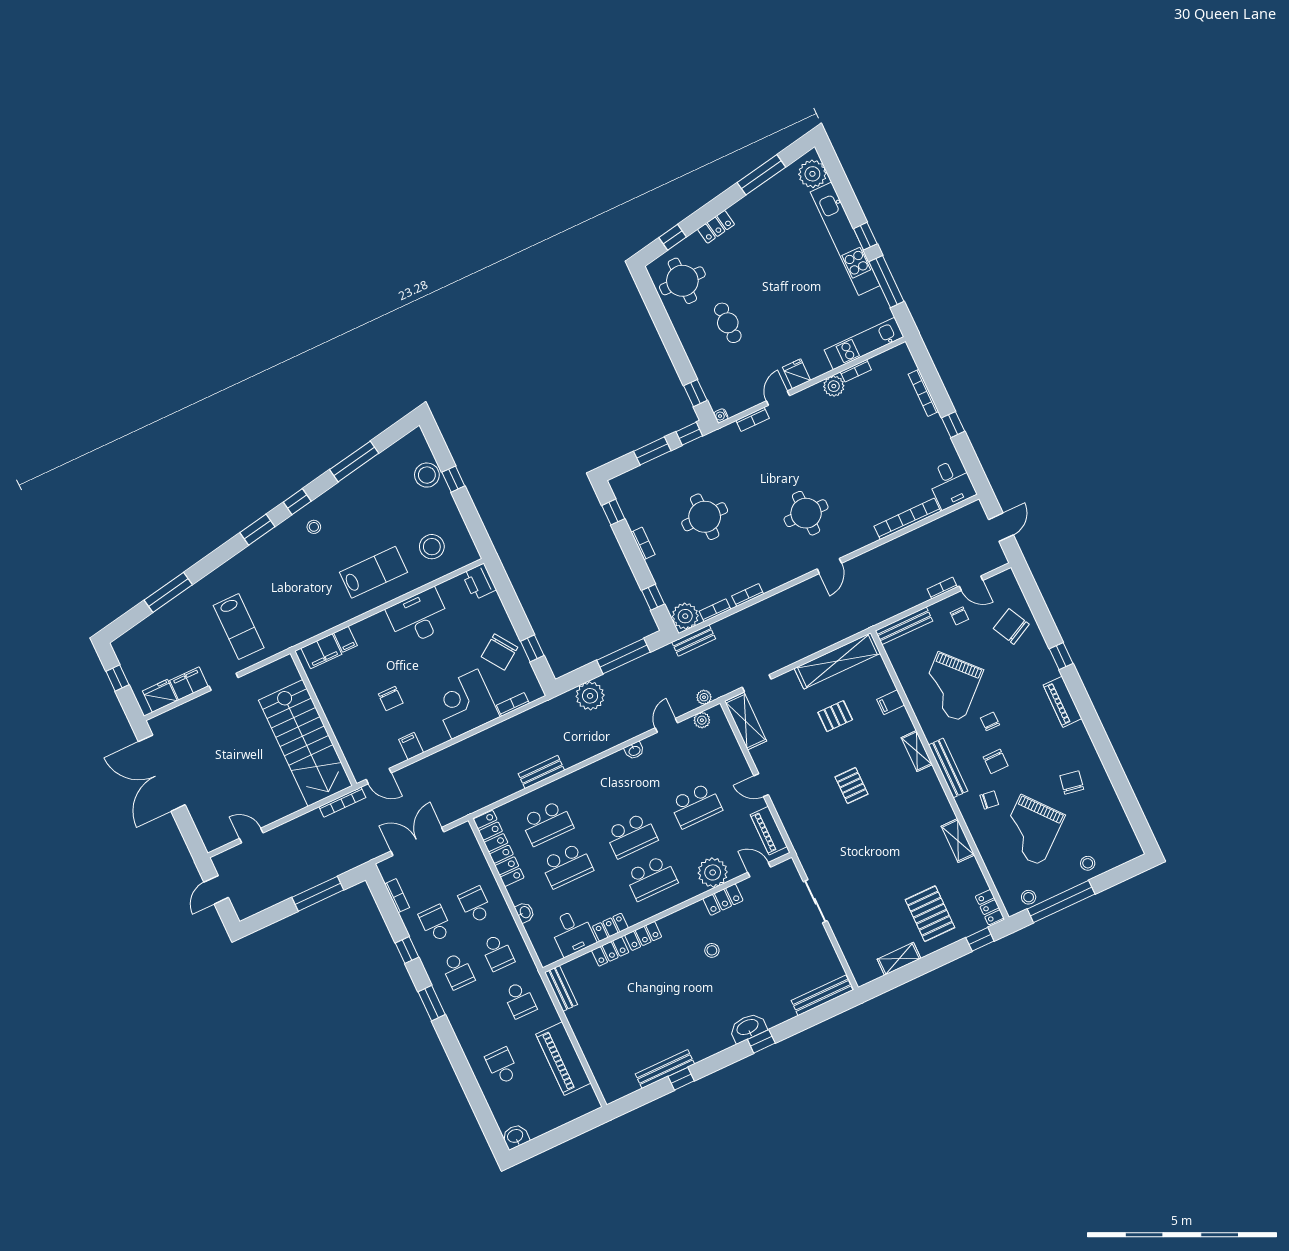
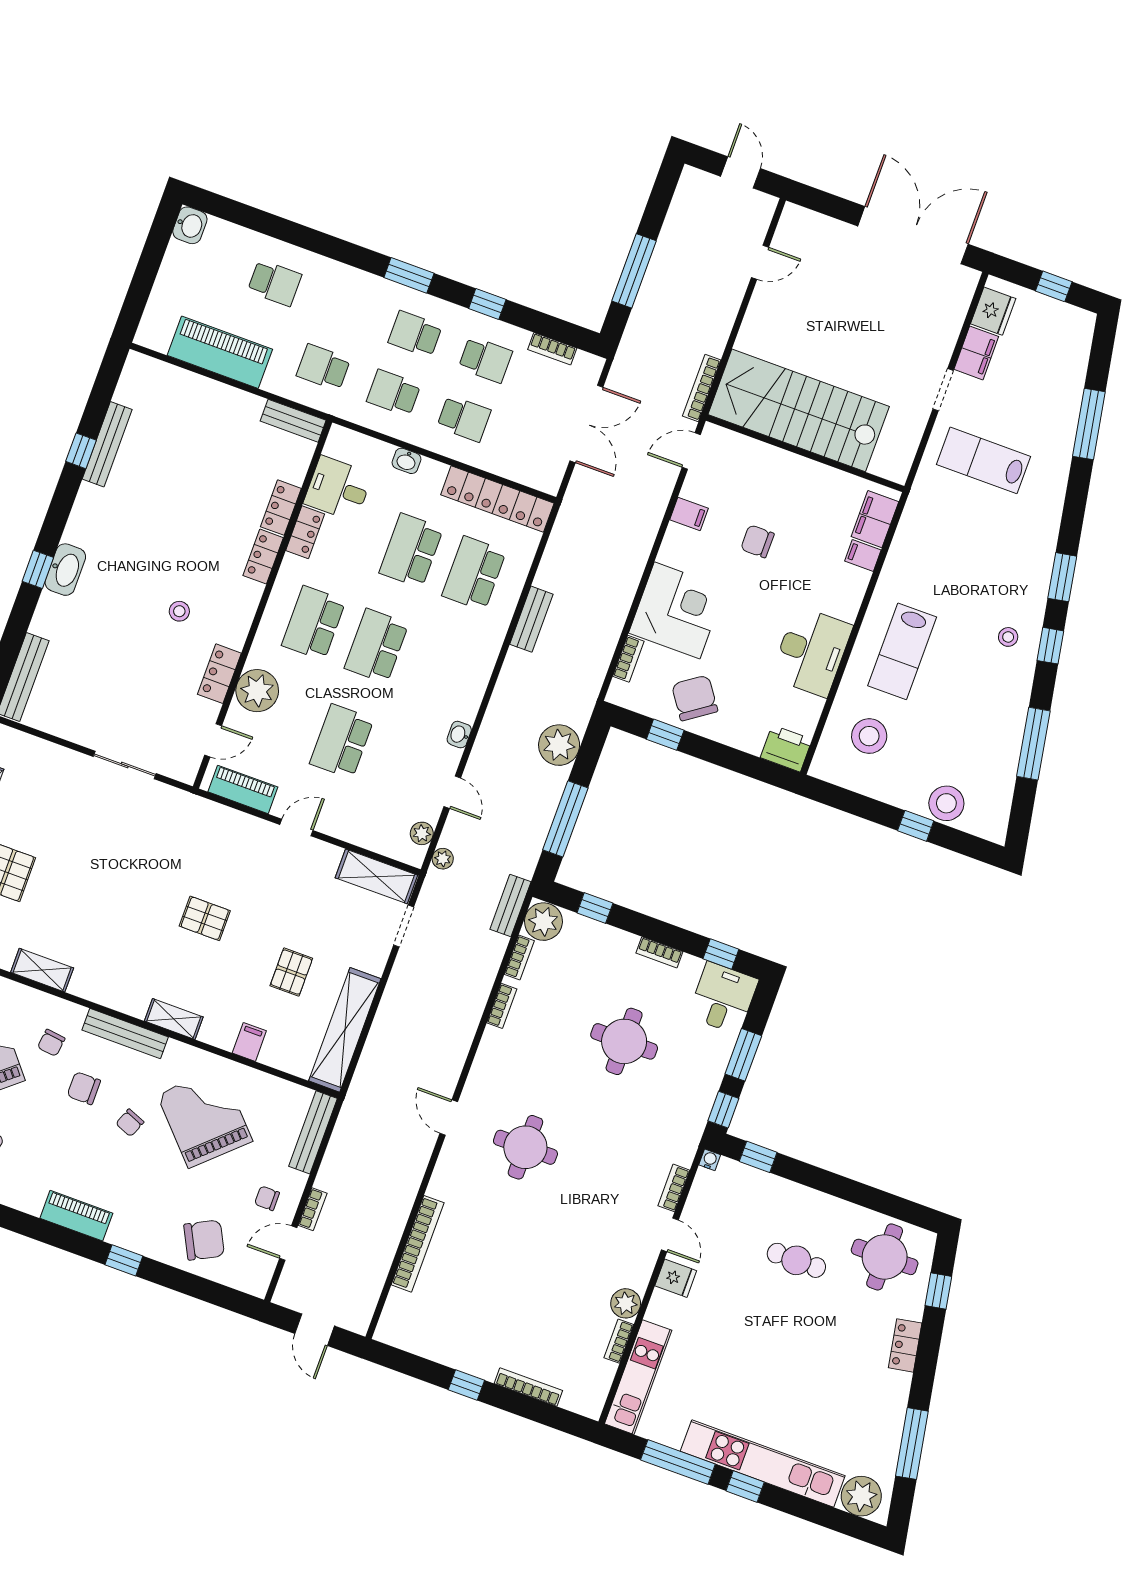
desk: (951, 484) -> (723, 998), moved, turned 90
chair: (990, 721) -> (130, 1123), turned 112

